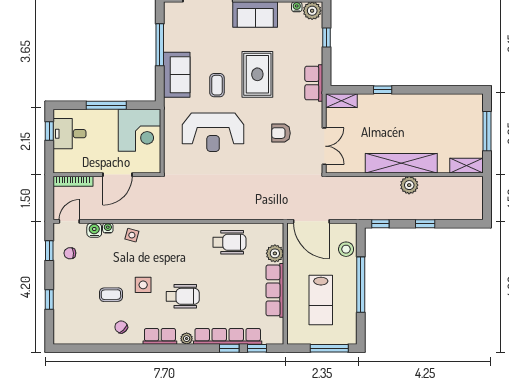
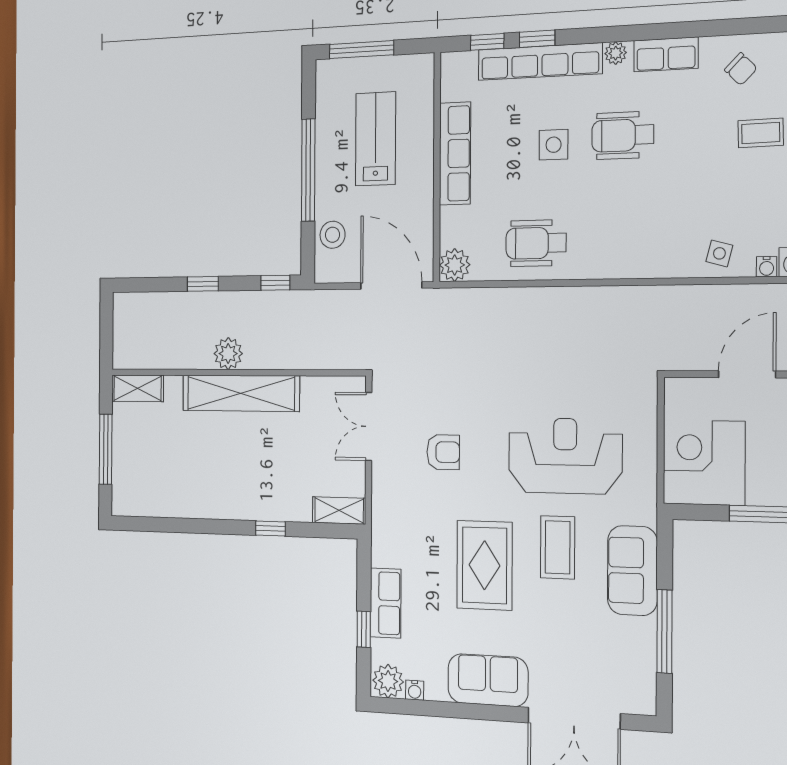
row of seats: (314, 83) -> (386, 603), moved
coffee table: (217, 85) -> (558, 547), width x1.36, depth x1.30
plant: (275, 253) -> (455, 265), moved
side table: (143, 285) -> (554, 145), moved

